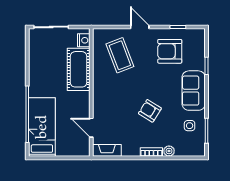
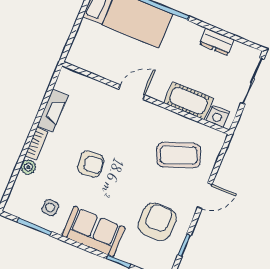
dresser: (35, 61) -> (217, 42), added
cot: (79, 69) -> (189, 101), width x0.73, depth x0.75
armchair: (150, 111) -> (91, 164), turned 52
door: (91, 128) -> (132, 92), moved
fireplace: (107, 150) -> (53, 111), moved

